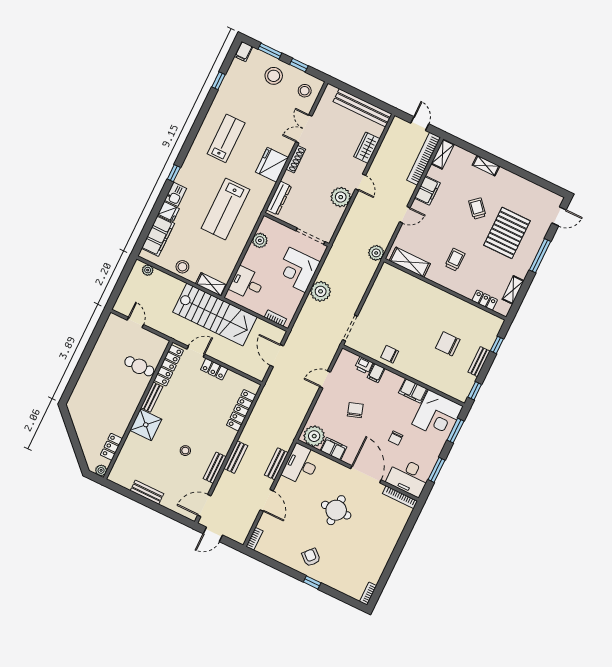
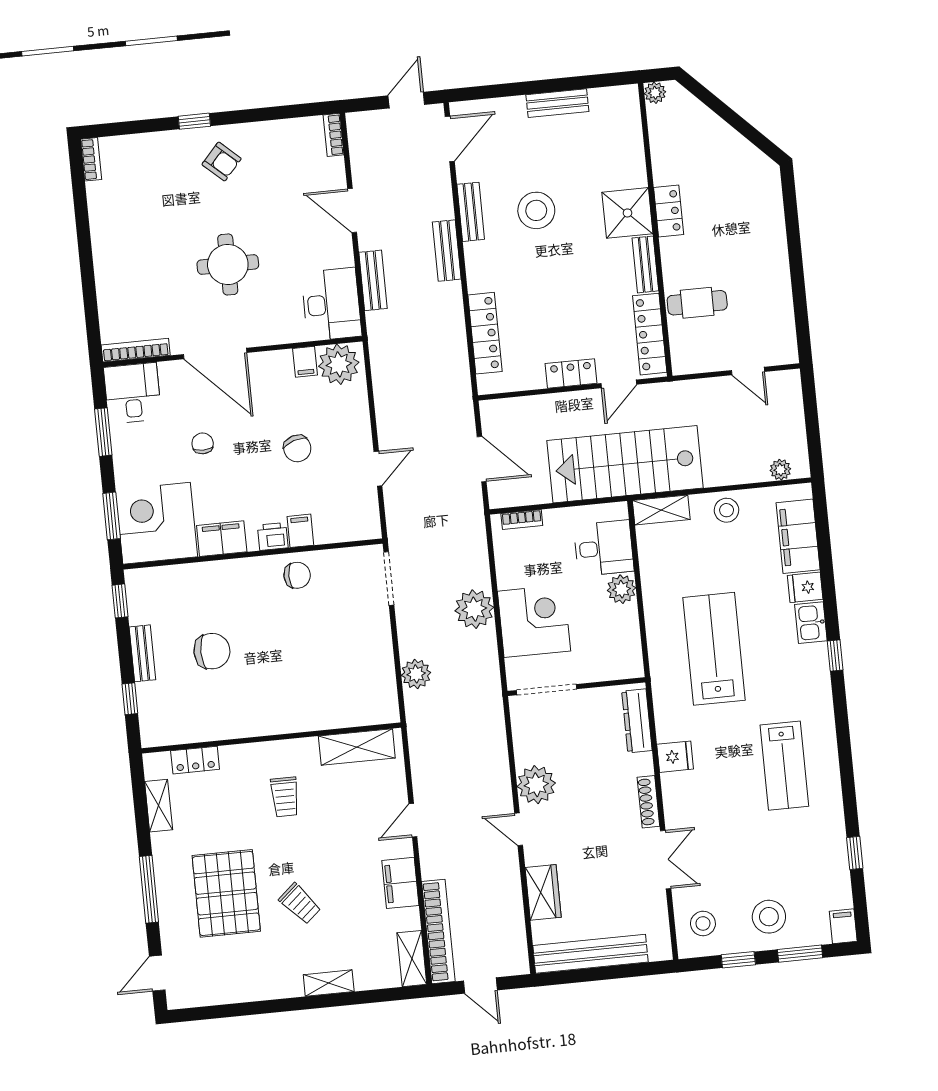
fridge: (272, 165) -> (675, 757), width x0.53, depth x0.75
plant: (260, 240) -> (621, 589), moved
plant: (376, 253) -> (416, 674), moved
printer: (364, 365) -> (273, 536), moved
locker: (111, 447) -> (669, 211), moved
filing cabinet: (334, 449) -> (305, 362), width x0.50
stool: (185, 451) -> (536, 210), width x1.89, depth x1.89
desk: (408, 477) -> (132, 393), width x0.73

